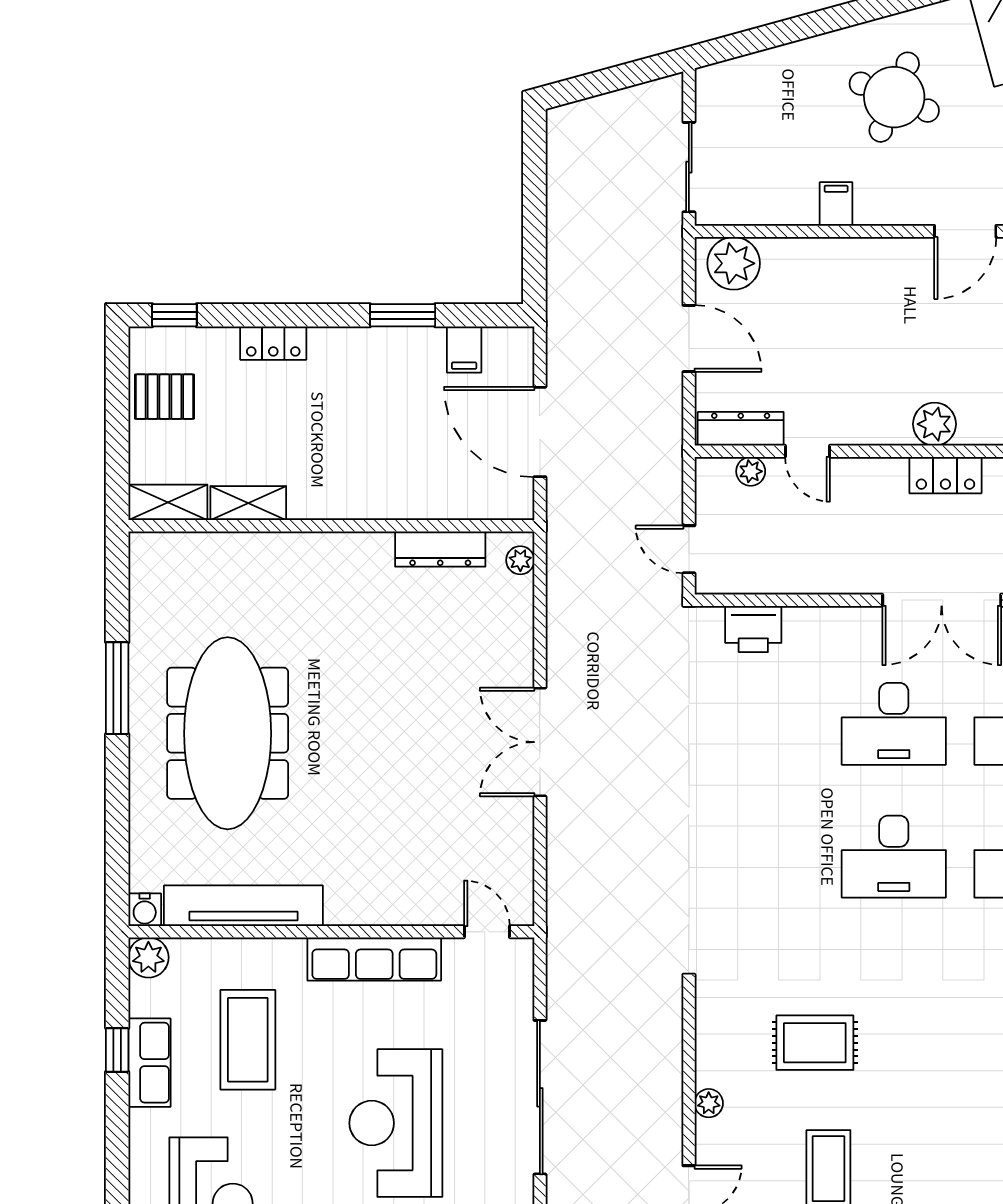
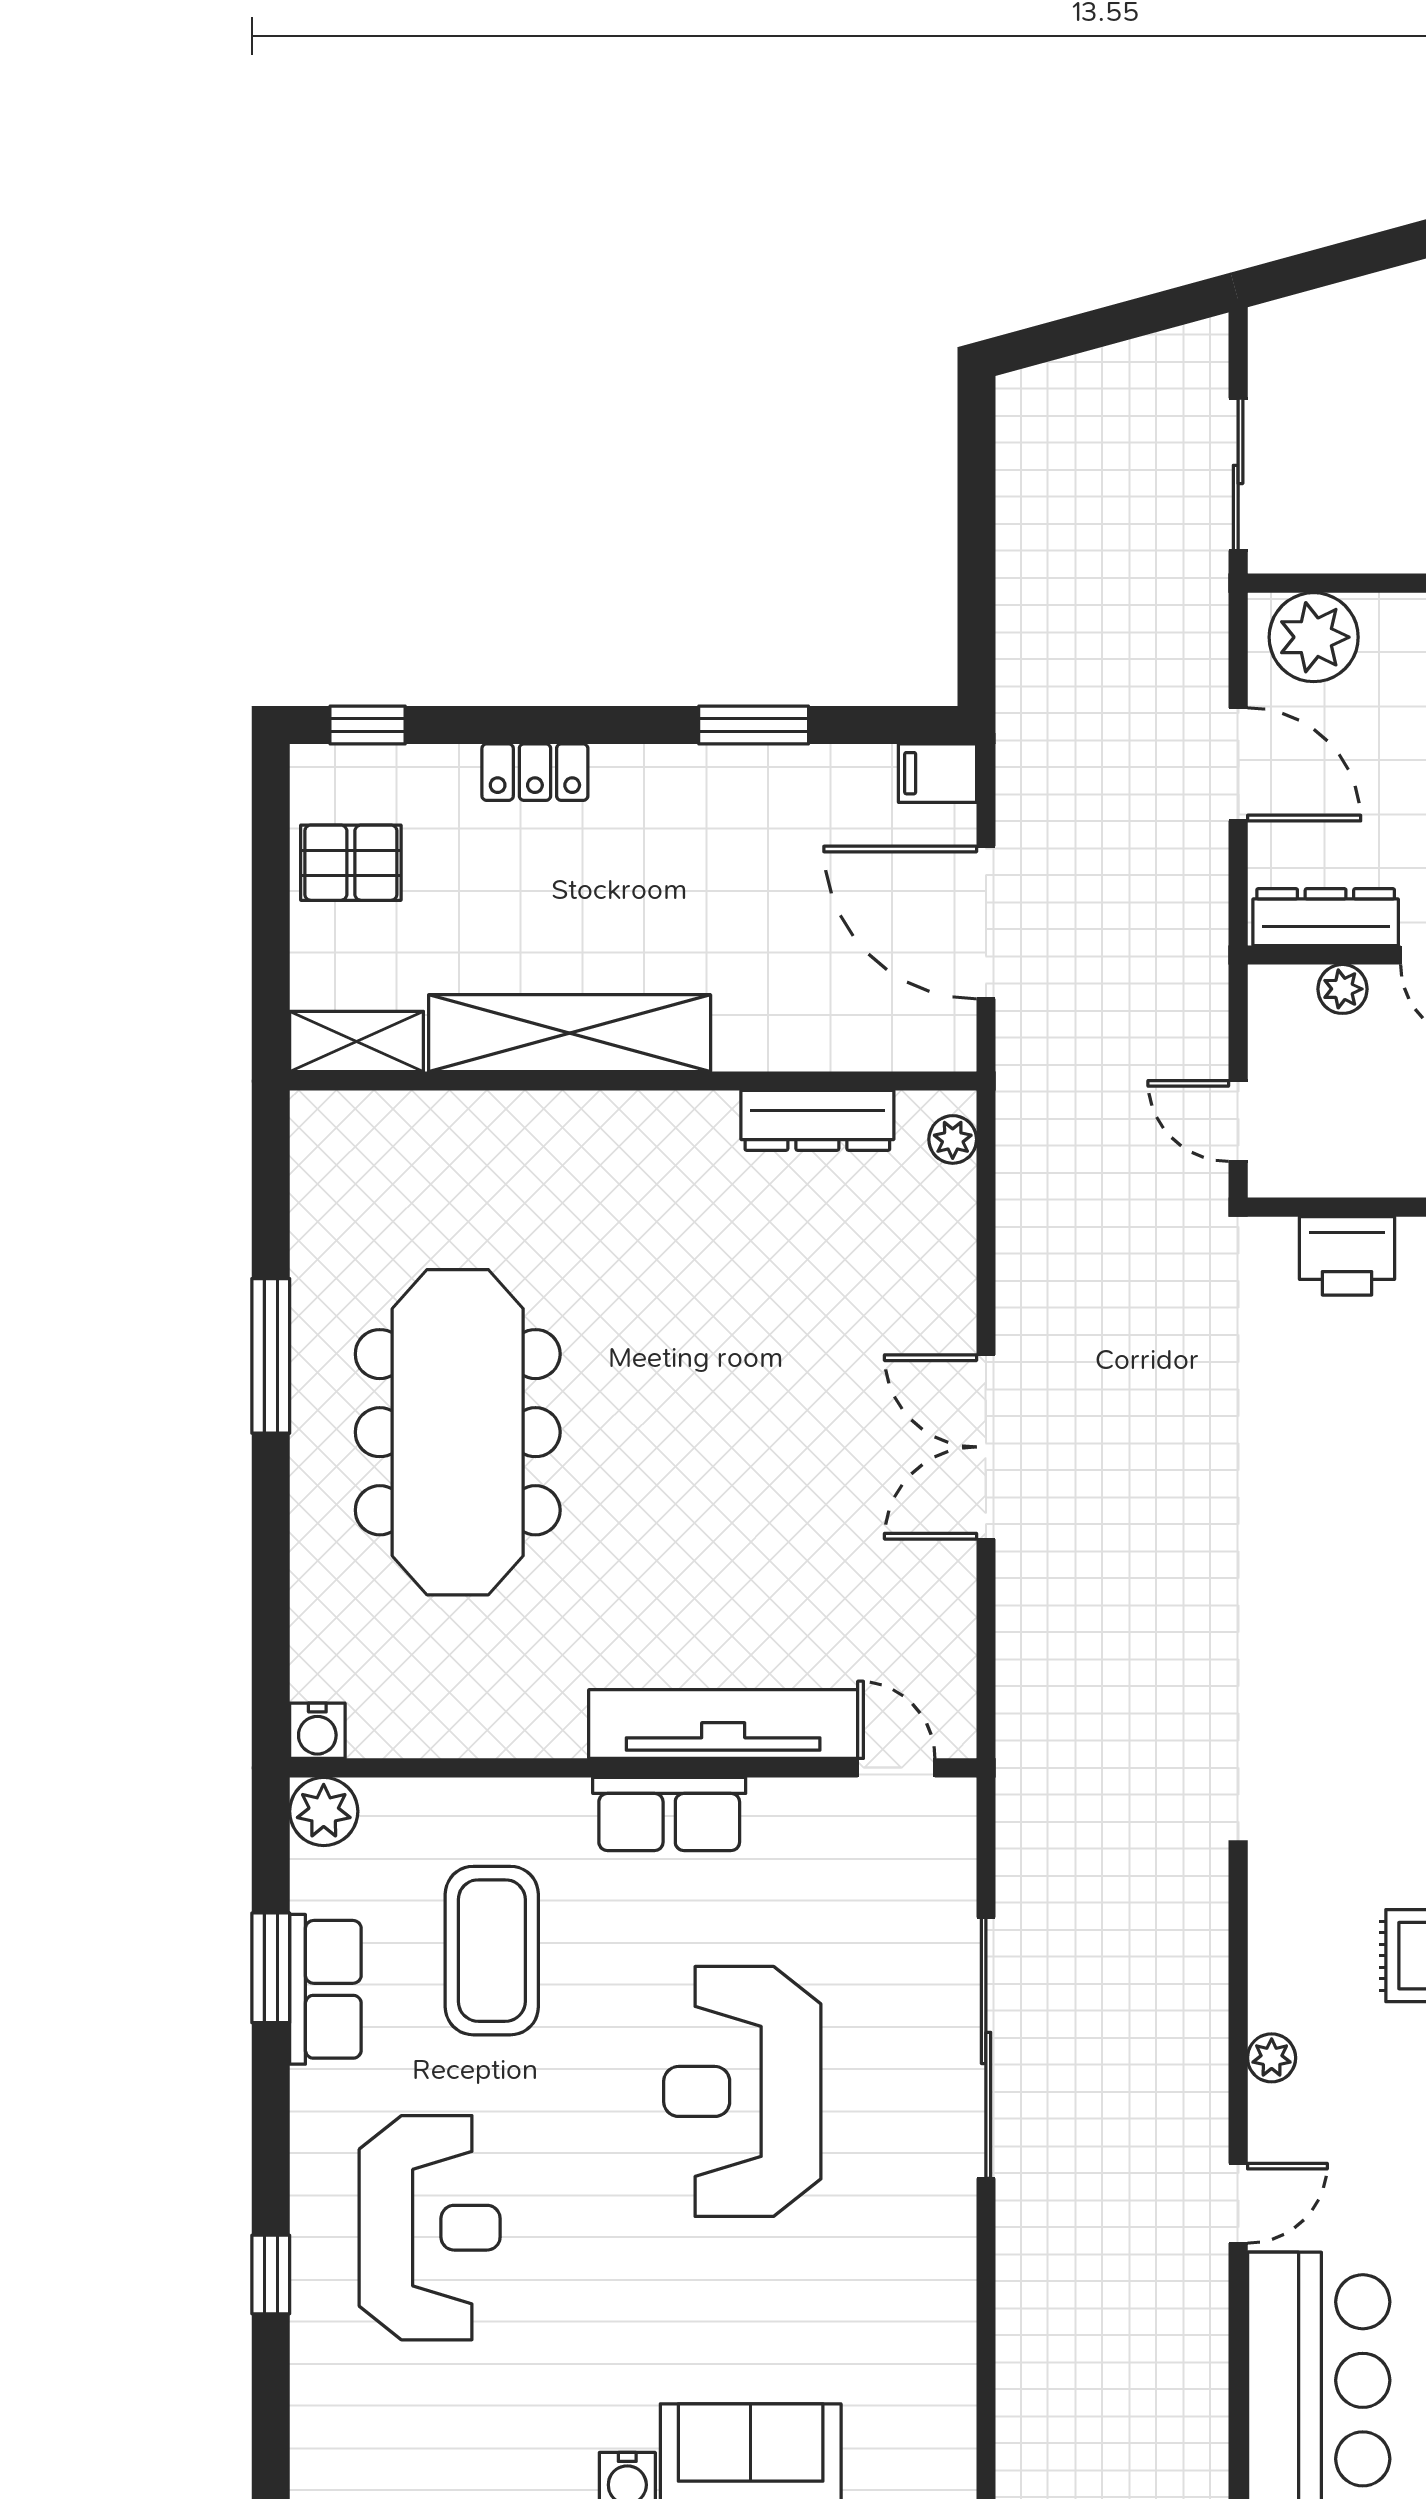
filing cabinet: (464, 349) -> (938, 773), moved, turned 90
shelving: (248, 503) -> (570, 1033), width x2.20, depth x1.33
tv unit: (243, 906) -> (723, 1724), moved
row of seats: (374, 959) -> (669, 1814), width x0.68
window: (117, 1050) -> (271, 1968), width x1.50

